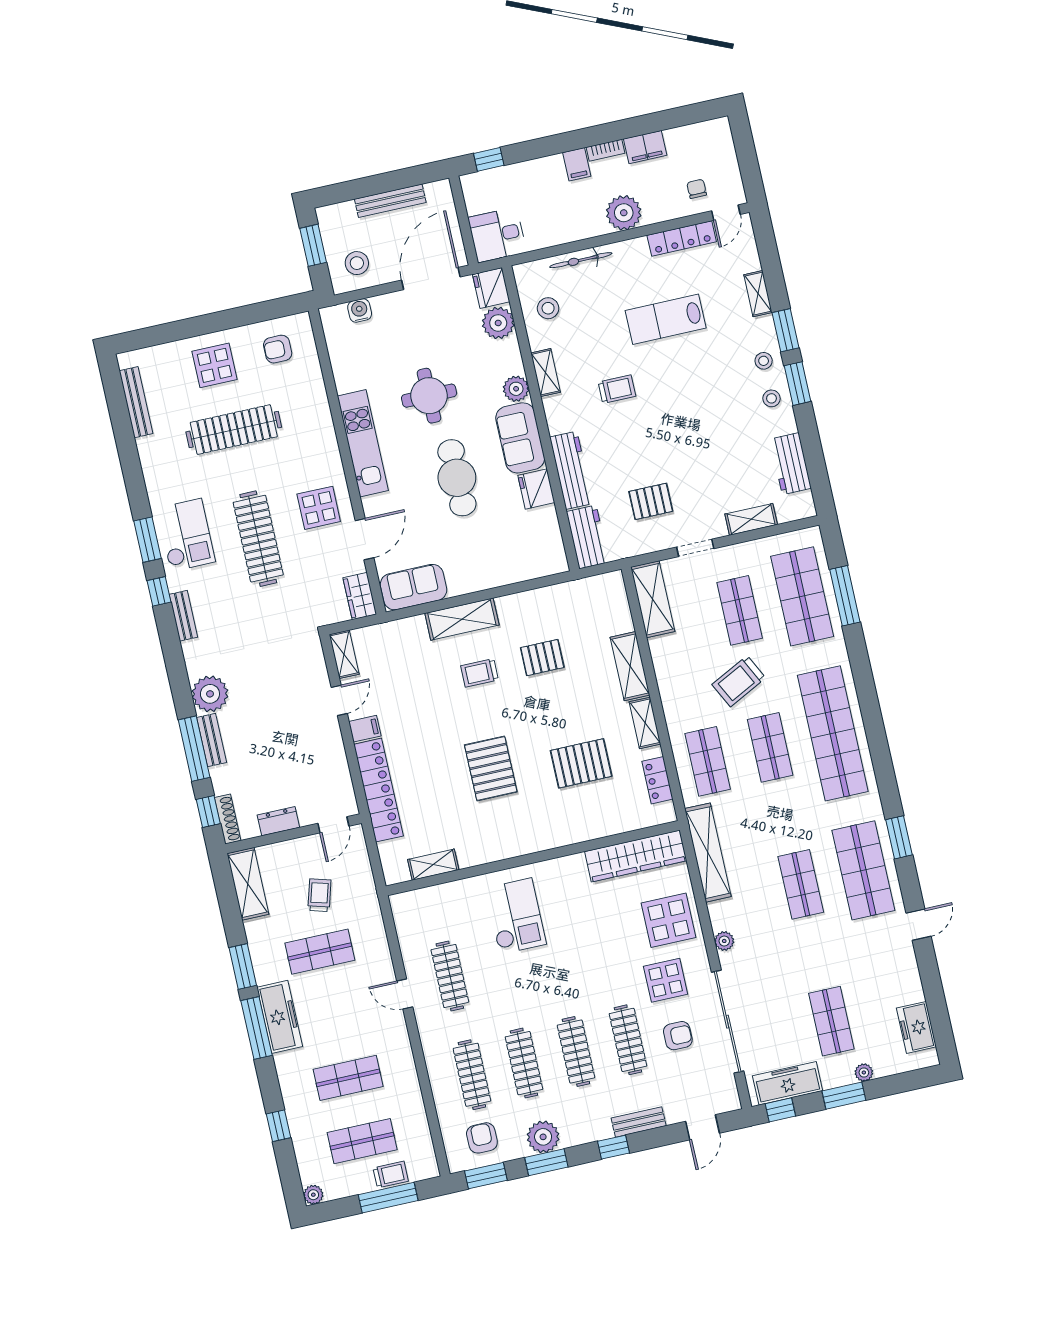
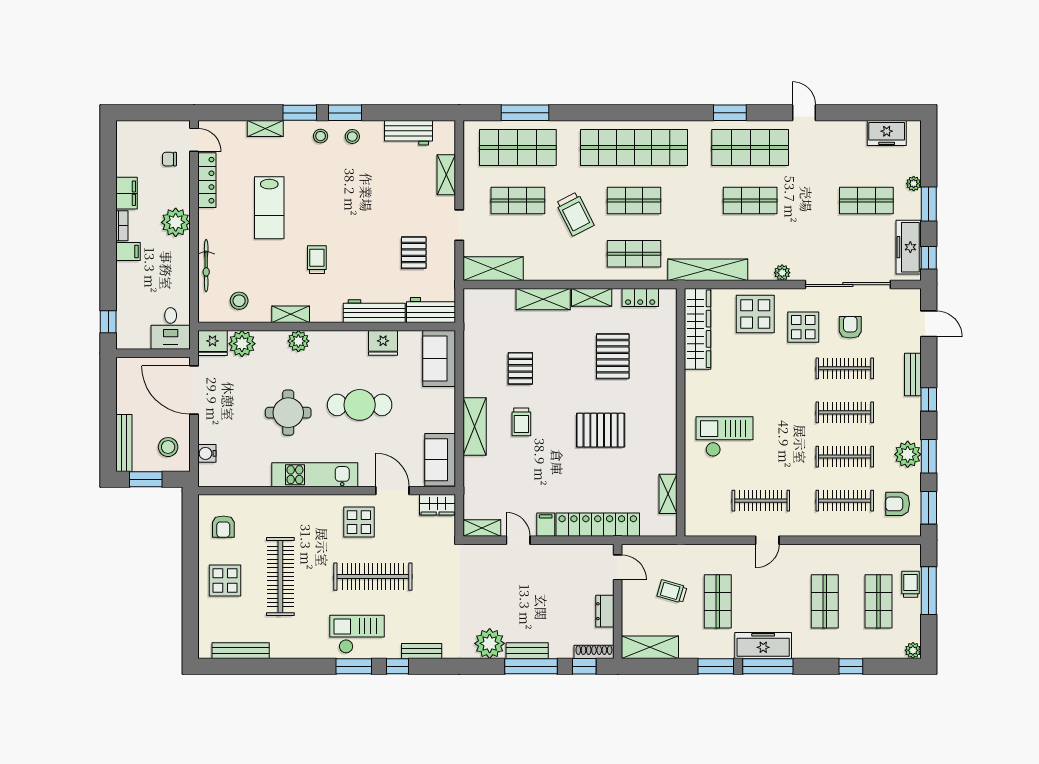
bench: (390, 201) -> (124, 443), moved
sofa: (520, 438) -> (439, 359), moved, turned 90

